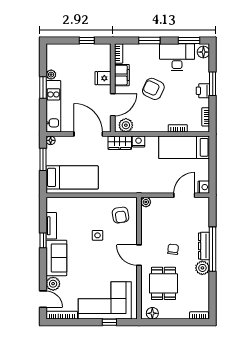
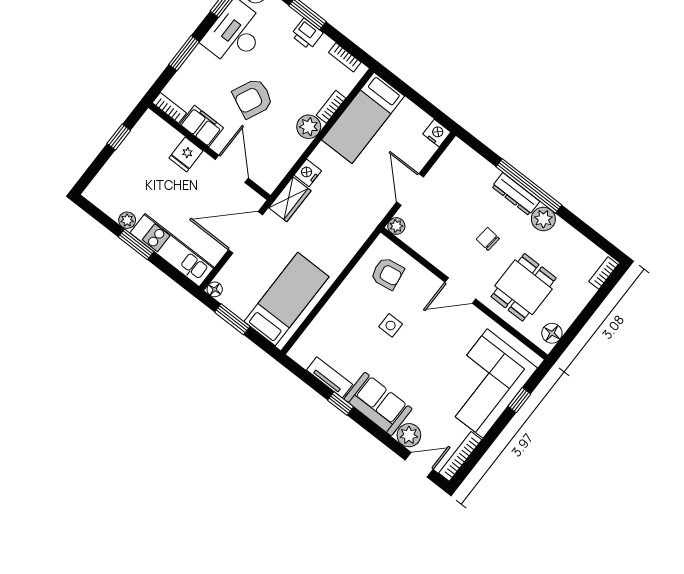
plant: (126, 125) -> (309, 127), moved
door: (184, 195) -> (410, 190), moved
dining table: (163, 283) -> (524, 287), turned 90

